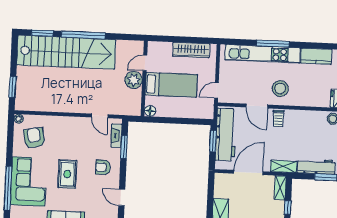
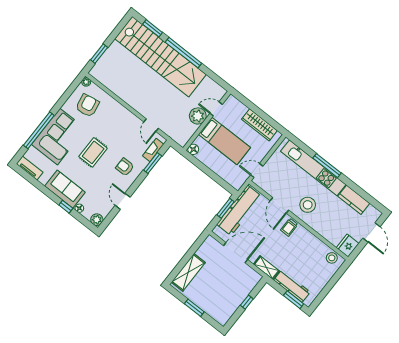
shelving: (280, 188) -> (252, 282), removed

